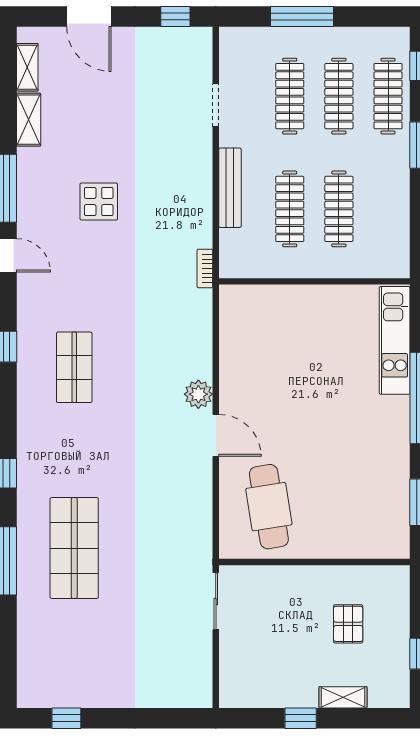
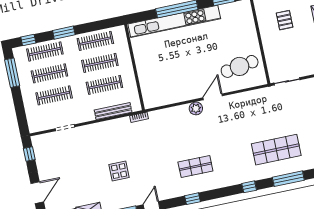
window: (302, 17) -> (12, 73), moved
bench: (230, 188) -> (113, 111), moved
clothes rail: (388, 209) -> (95, 41), added
kitchen unit: (395, 340) -> (174, 21), width x1.86
pallet: (348, 624) -> (285, 20), turned 90

